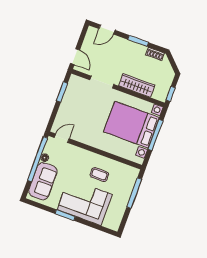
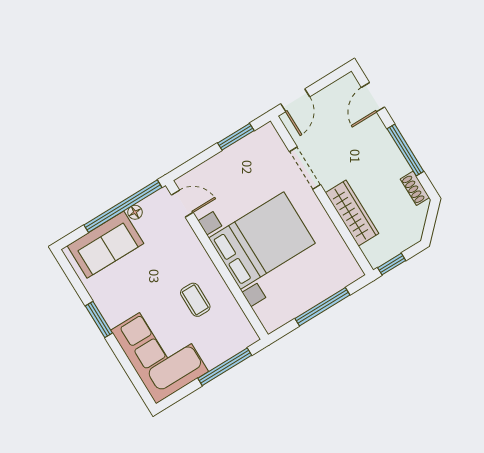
door: (107, 29) -> (373, 97), hinge flipped
window: (138, 41) -> (405, 150), width x1.44
bed with nightstands: (131, 125) -> (262, 241), moved, turned 90
corner sofa: (85, 202) -> (160, 351), moved

